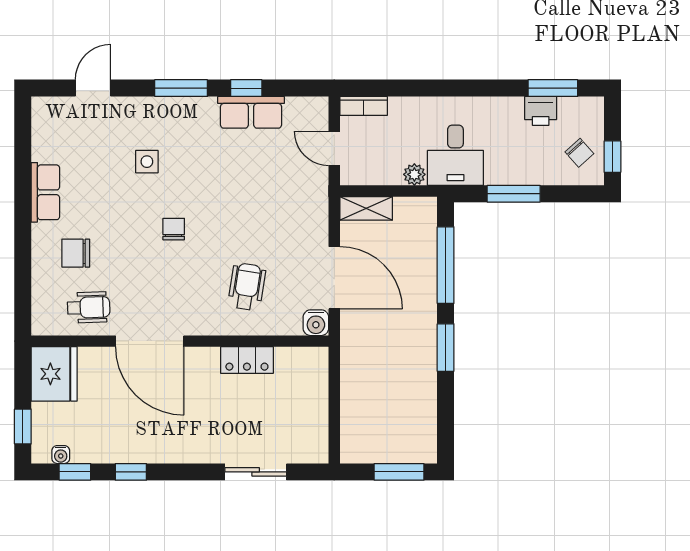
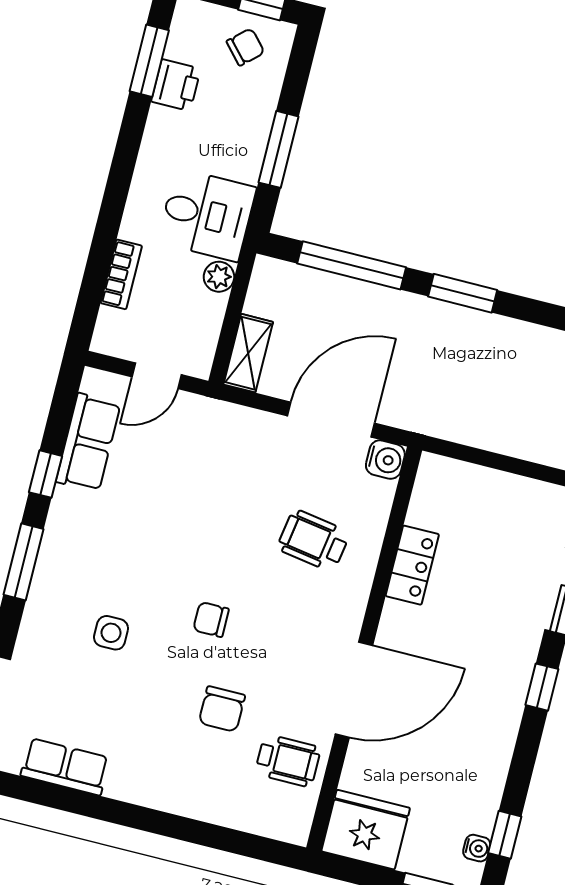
bookcase: (364, 106) -> (121, 274), moved
row of seats: (251, 112) -> (88, 443), moved
row of seats: (45, 192) -> (65, 767), moved
chair: (76, 253) -> (222, 709), moved
wheelchair: (89, 307) -> (288, 761), turned 92
window: (131, 472) -> (542, 687), moved

